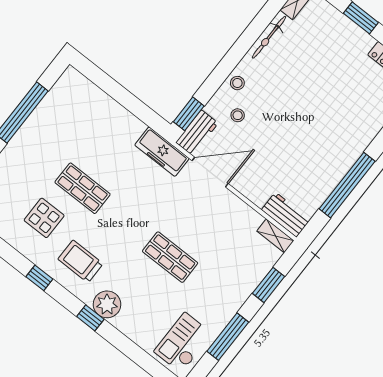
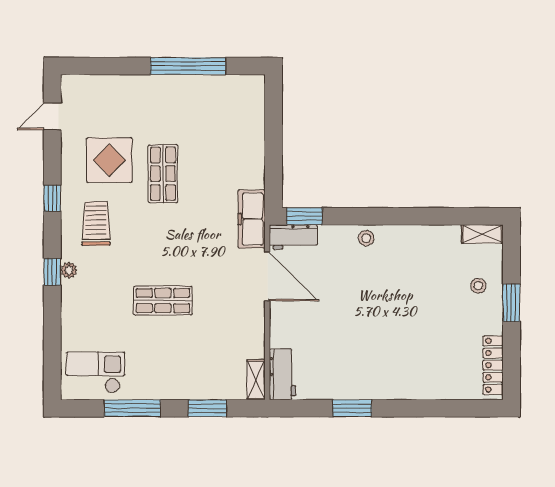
bicycle: (269, 37) -> (429, 234), removed
stool: (238, 115) -> (478, 286), moved
window: (347, 185) -> (352, 408), width x0.47
display table: (44, 218) -> (109, 160), width x1.36, depth x1.36
shop shelf: (170, 257) -> (163, 301), turned 90
plant: (107, 304) -> (69, 270), width x0.53, depth x0.53

